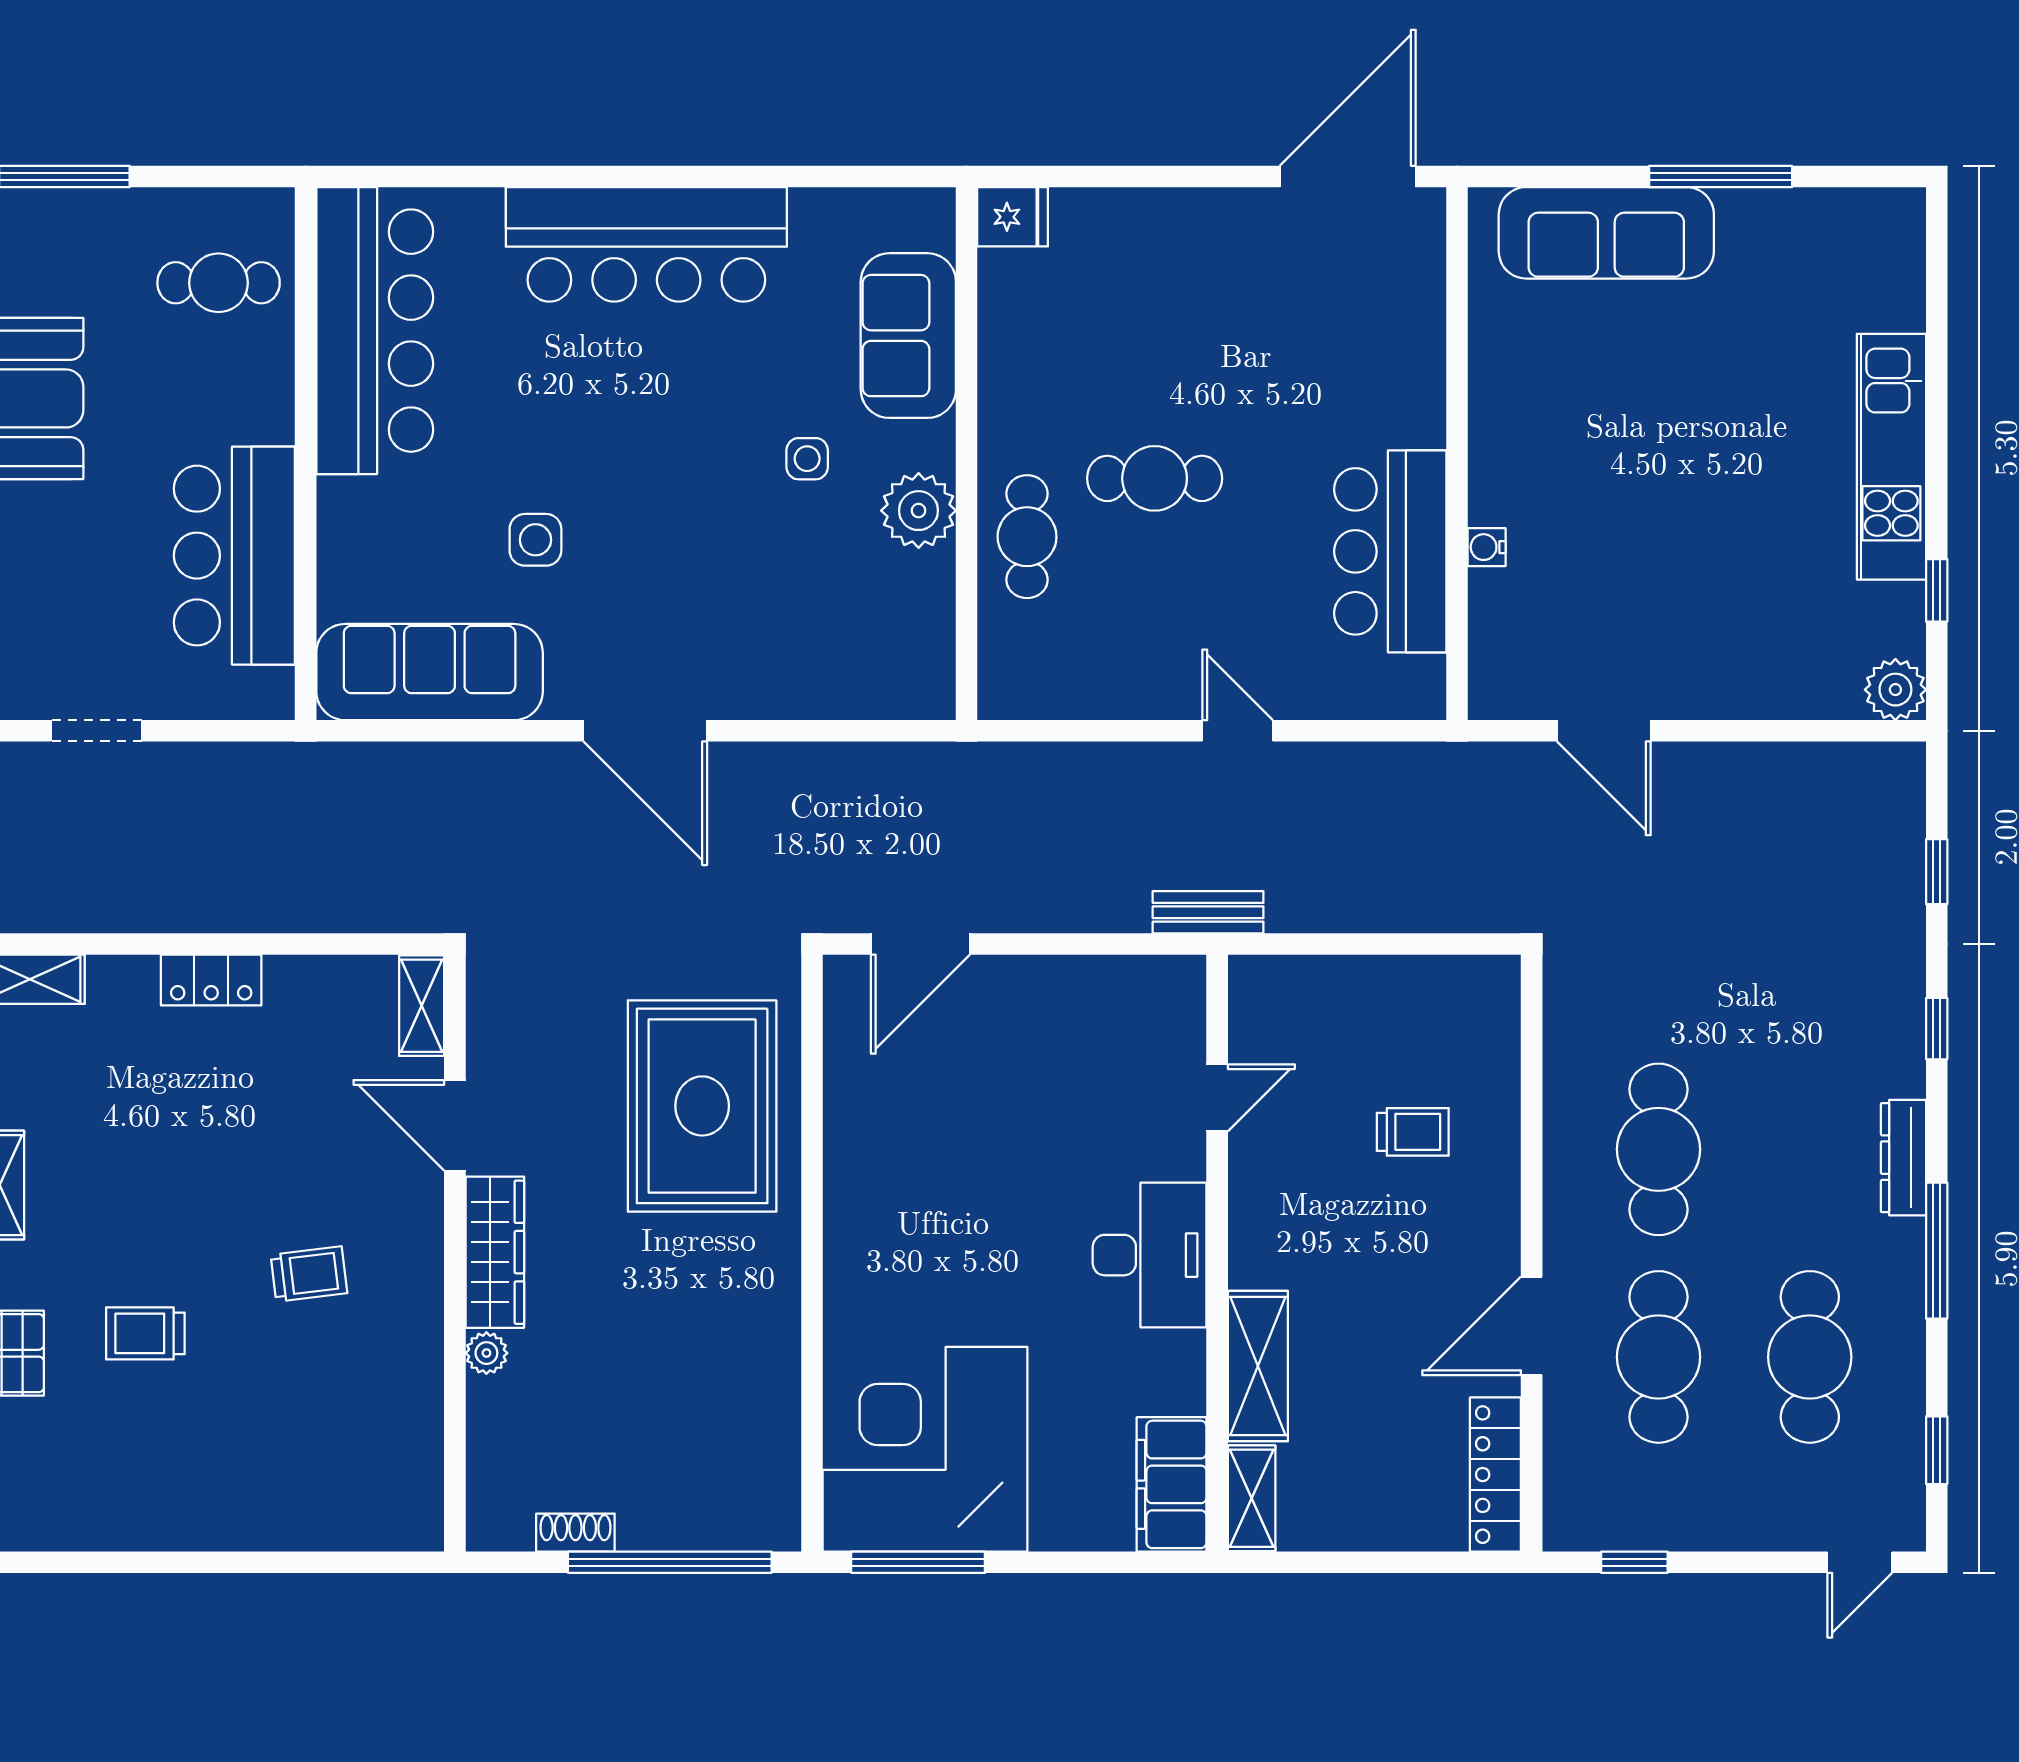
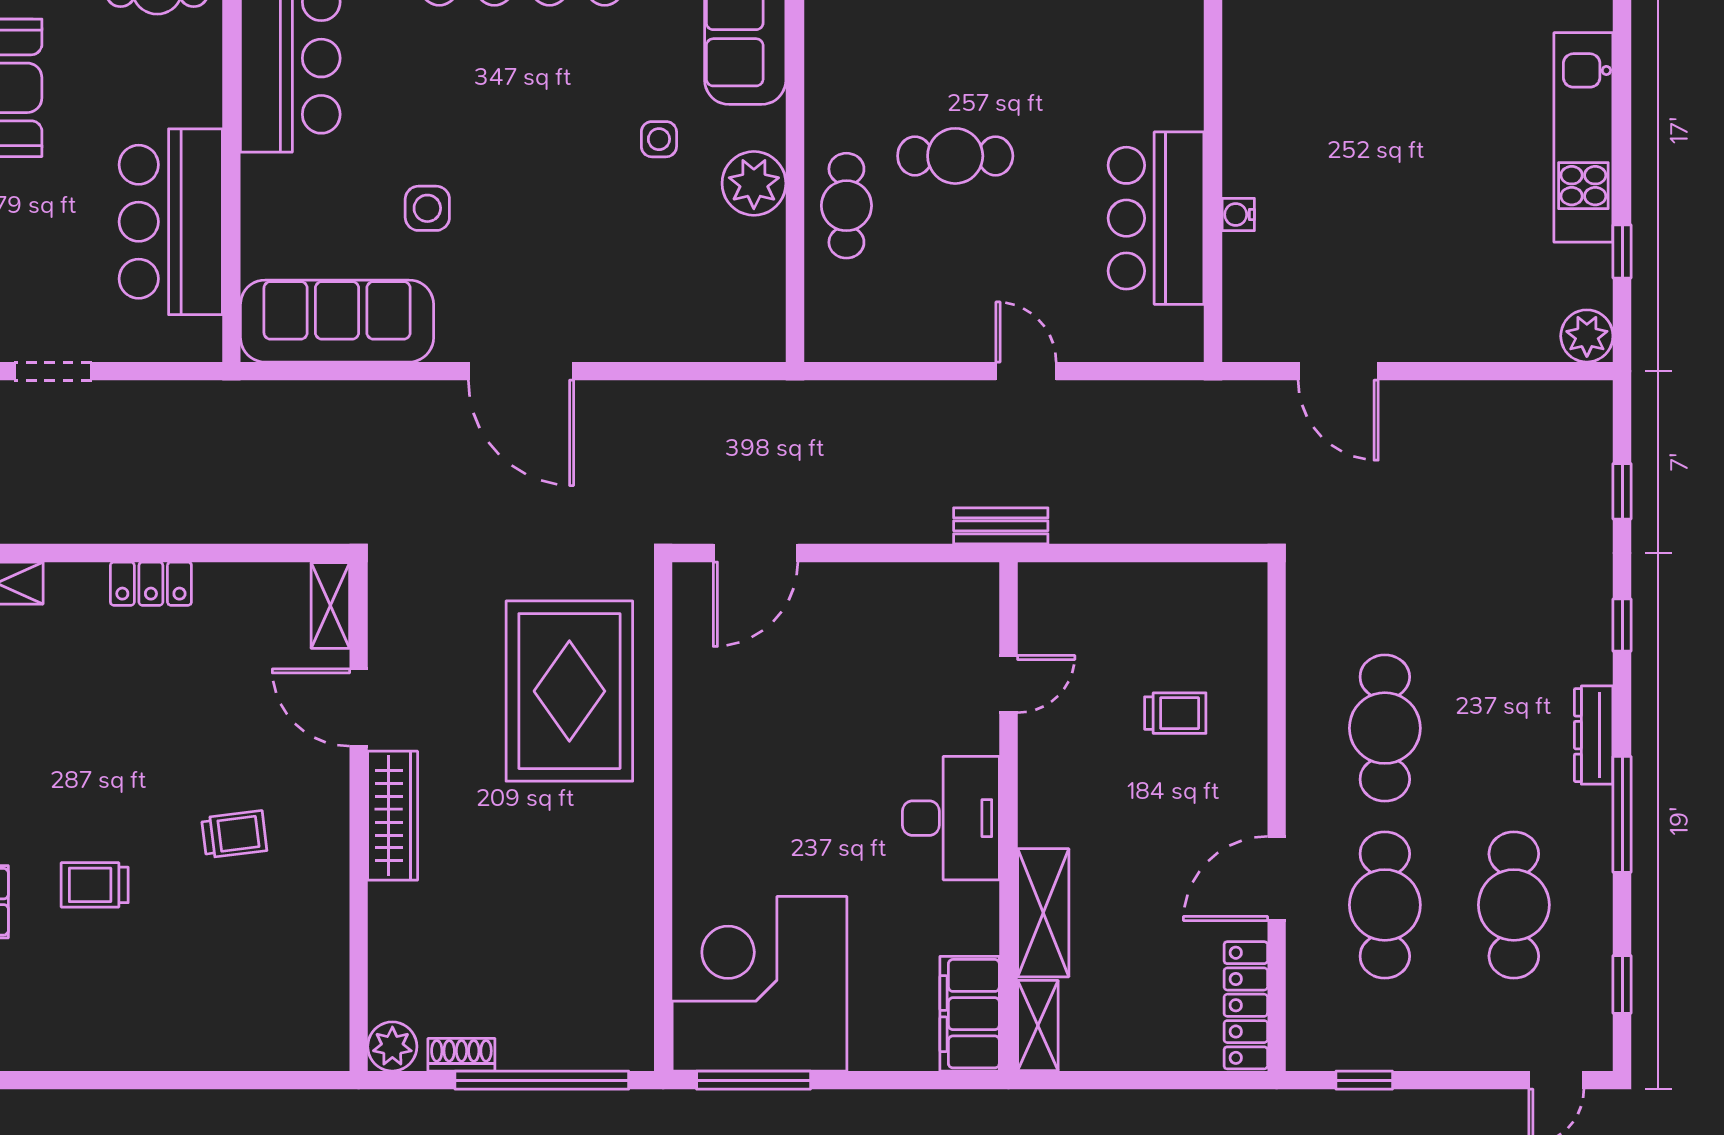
plant: (486, 1353) -> (392, 1046), moved, width x1.38, depth x1.38

